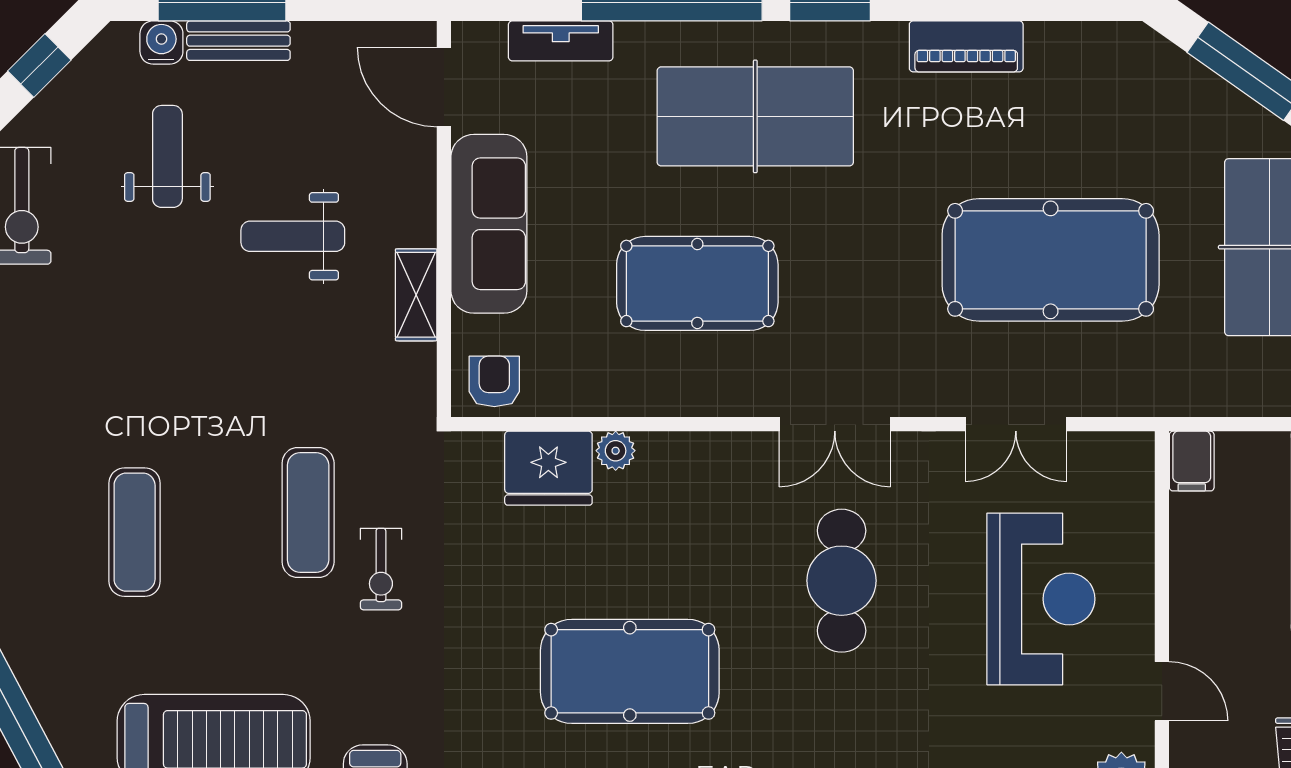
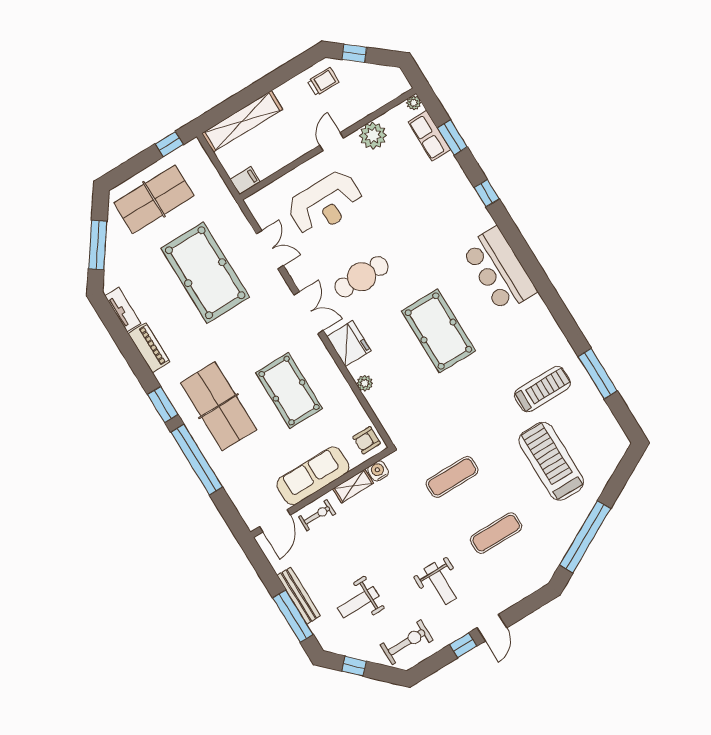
bench: (238, 41) -> (299, 596), width x1.36
tv unit: (561, 41) -> (123, 310), moved
water cooler: (161, 42) -> (378, 471), moved, turned 90
weight bench: (293, 236) -> (440, 584), moved
fridge: (548, 468) -> (349, 344), moved
exercise bike: (381, 569) -> (317, 515), moved
reception desk: (1041, 599) -> (325, 203), turned 180

